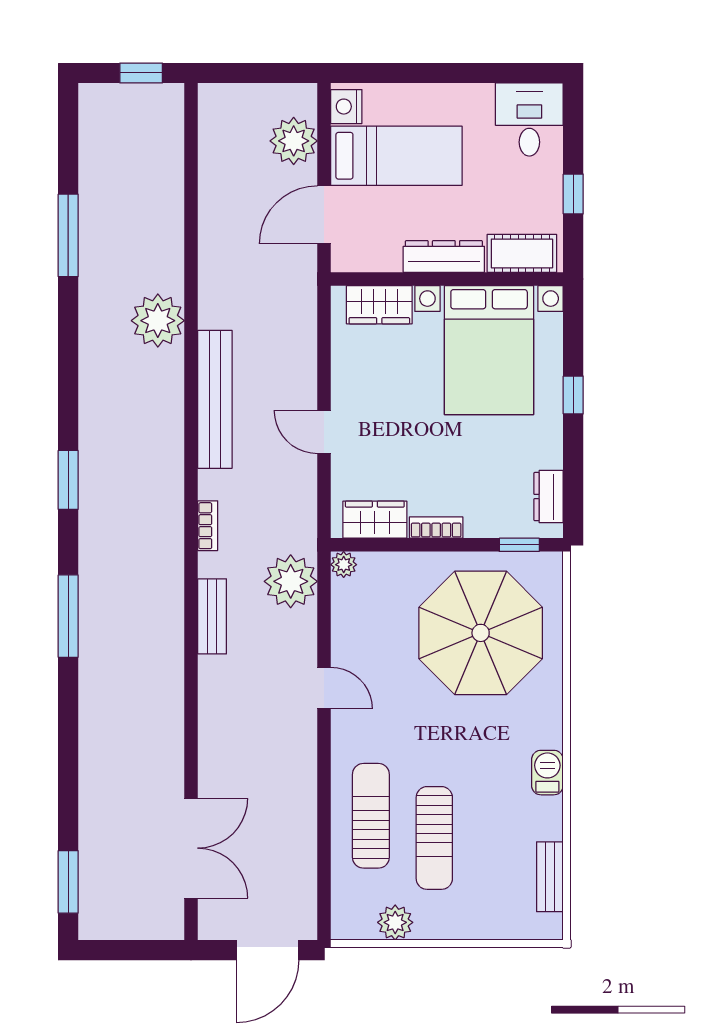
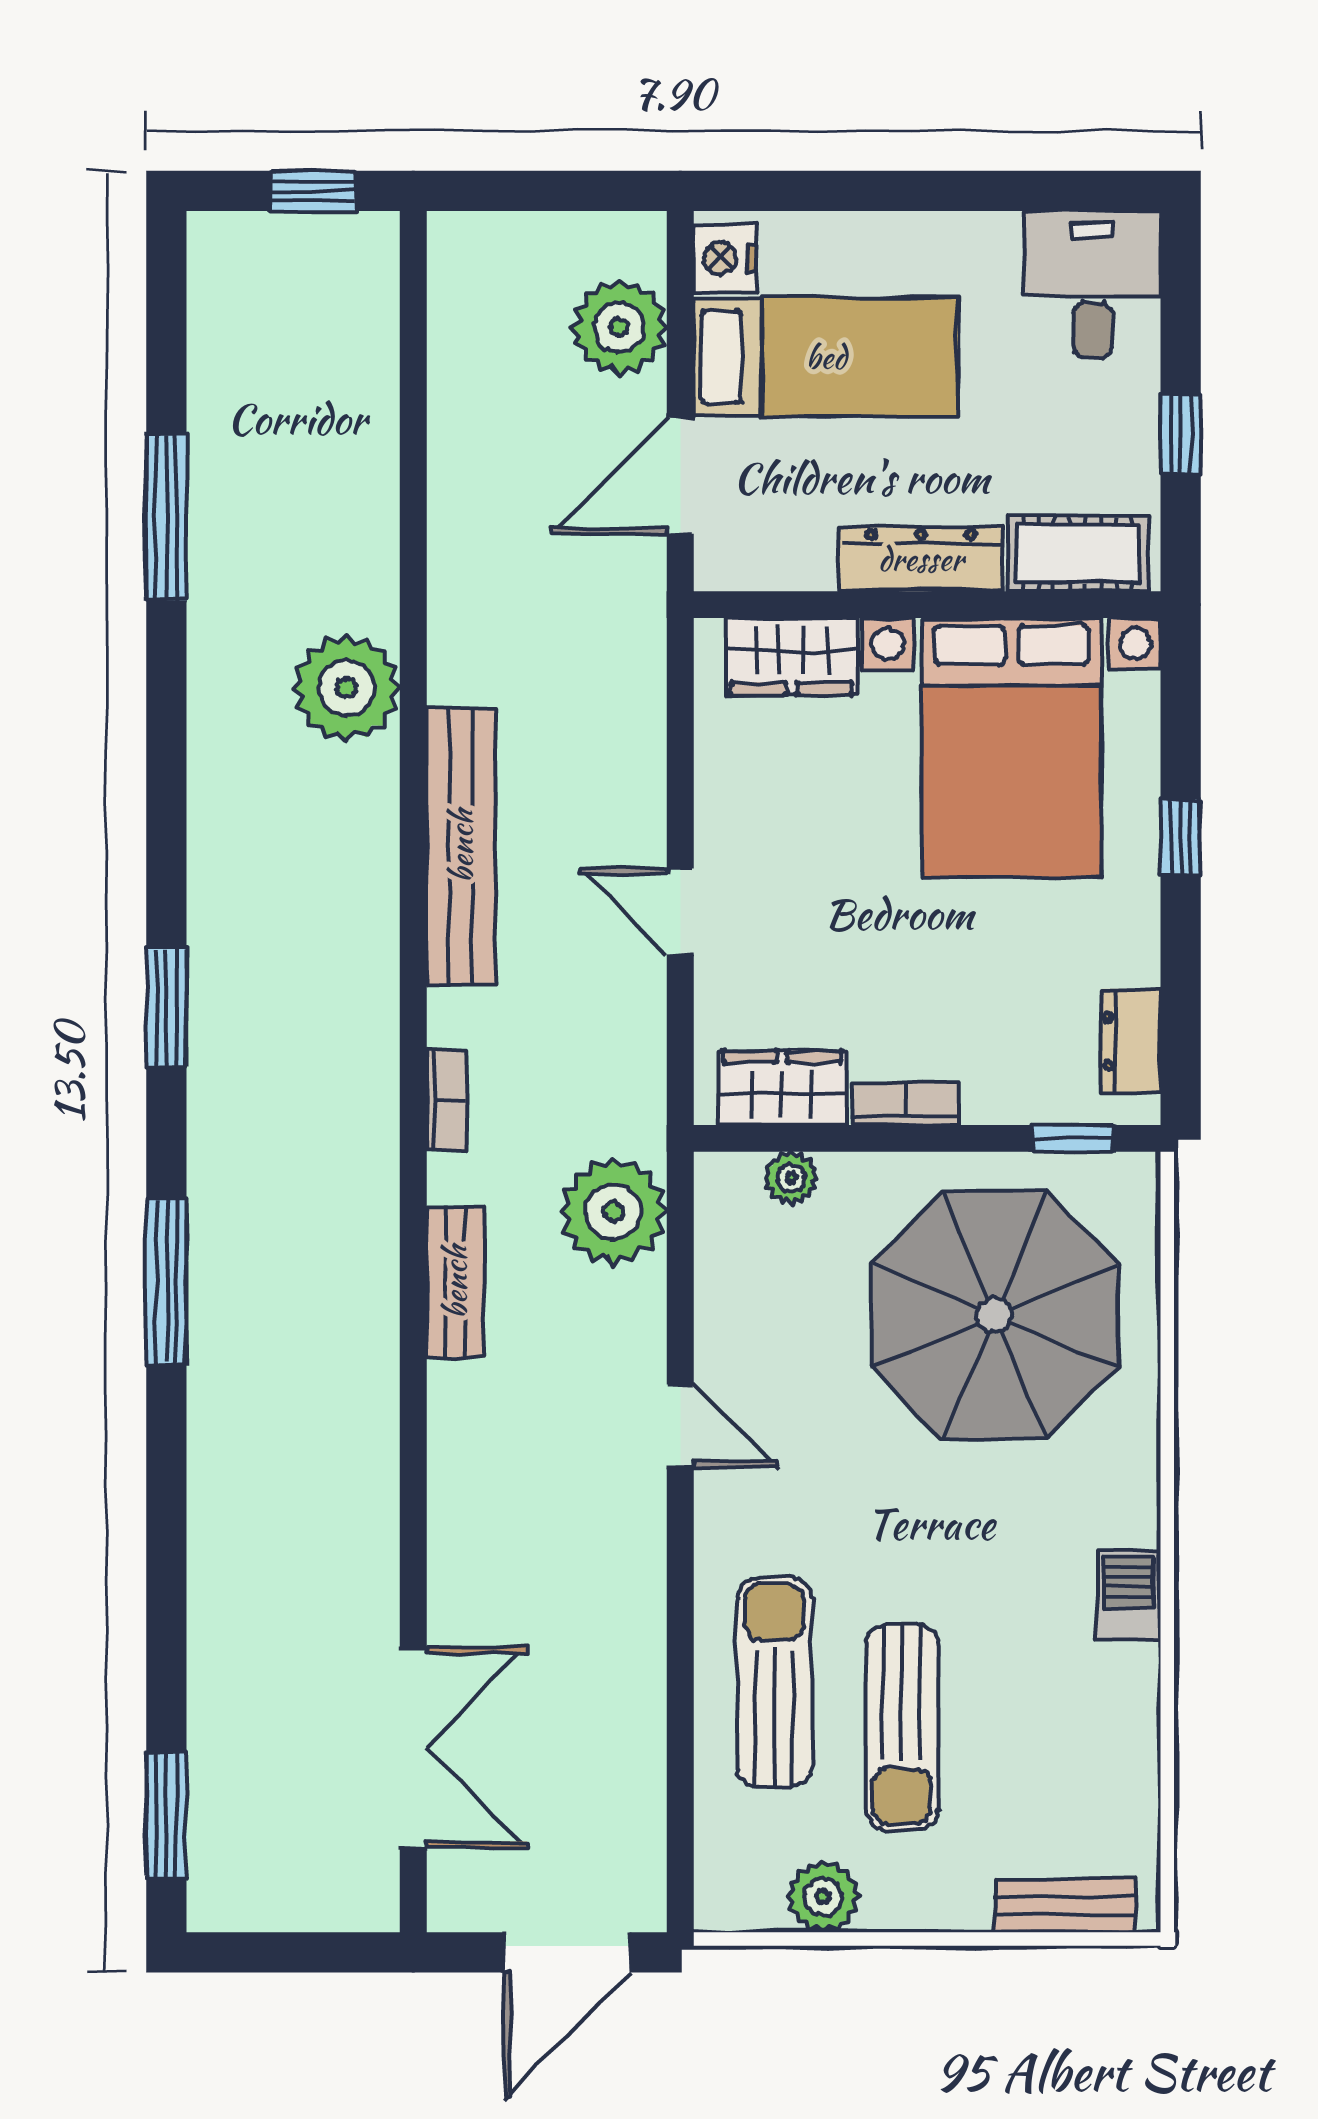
plant: (344, 565) -> (791, 1178), moved
bench: (550, 877) -> (1065, 1906), moved, turned 90

